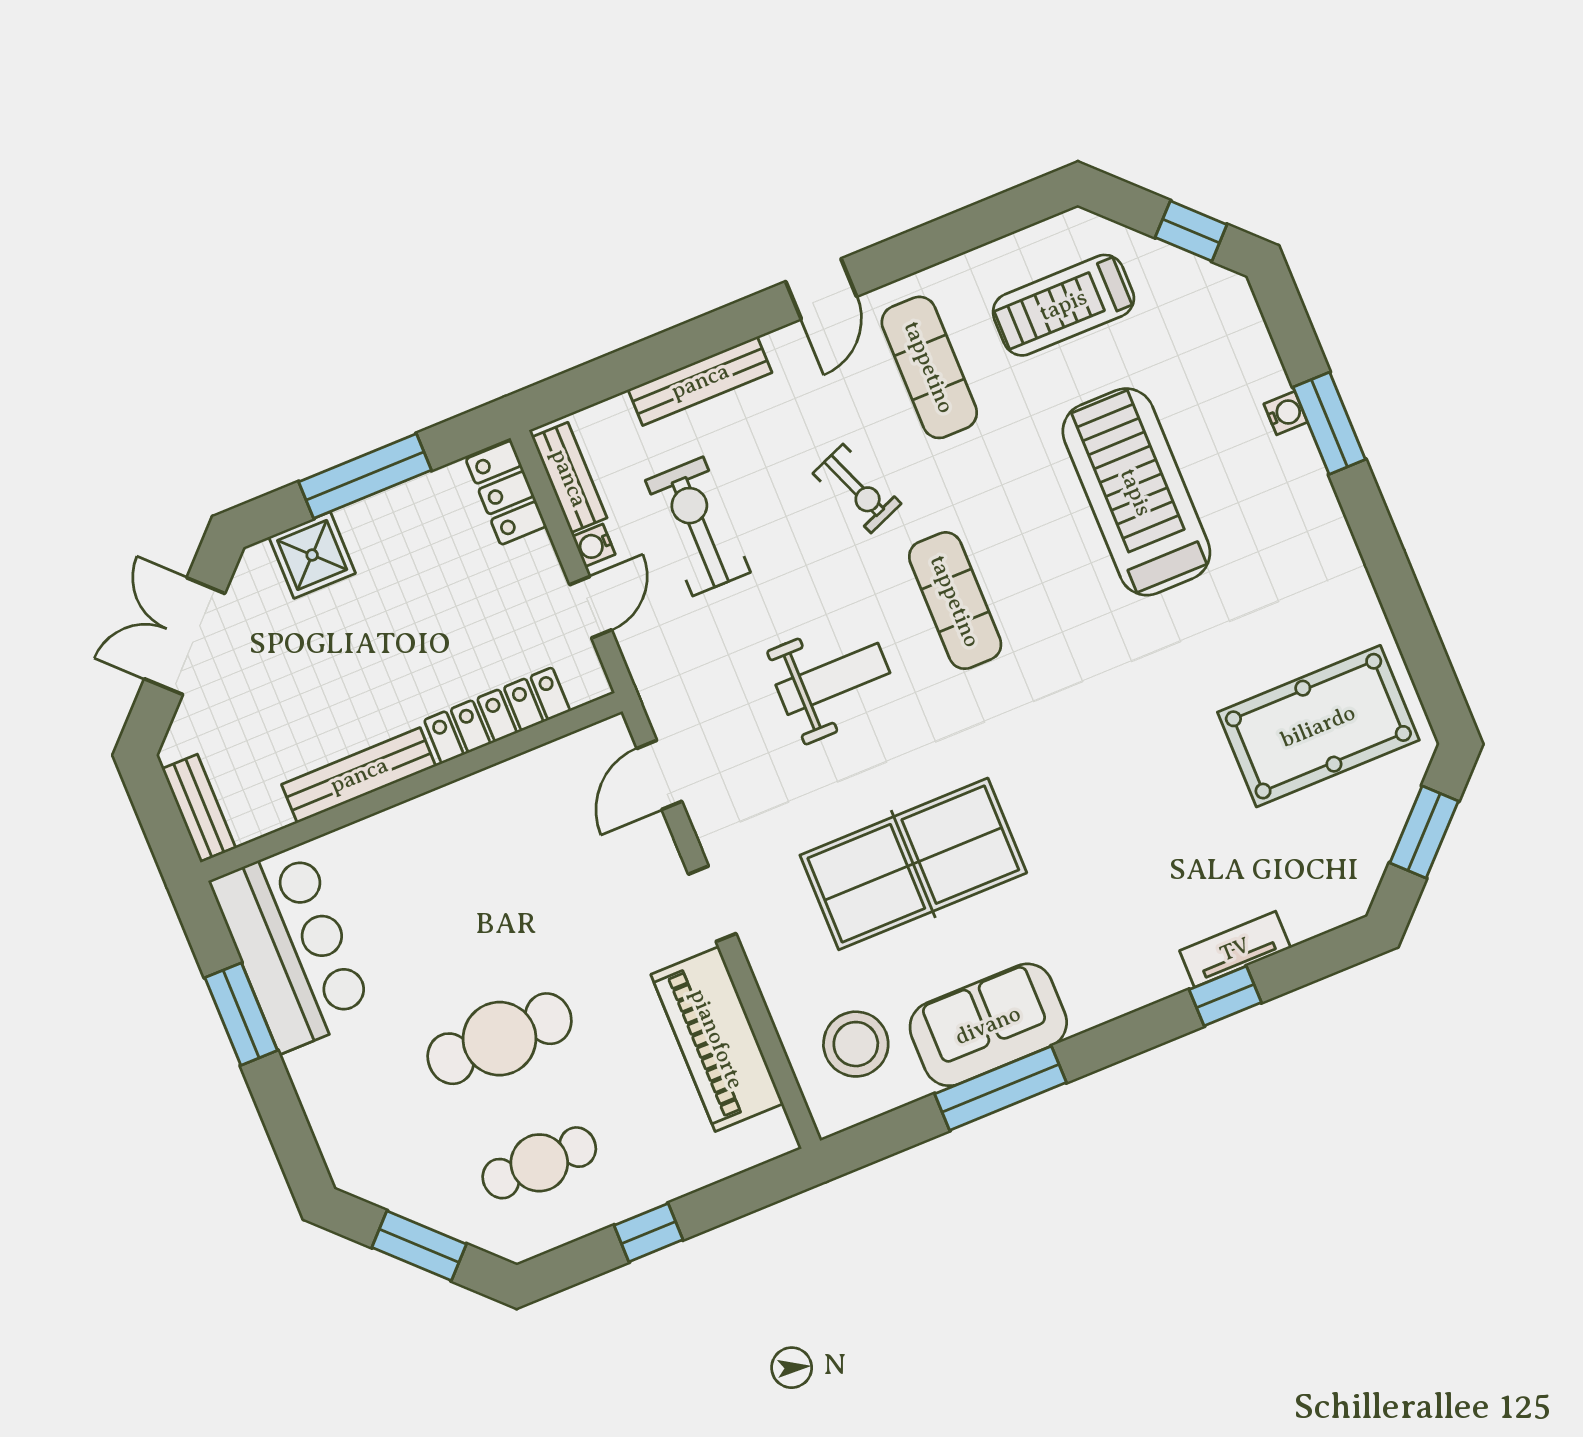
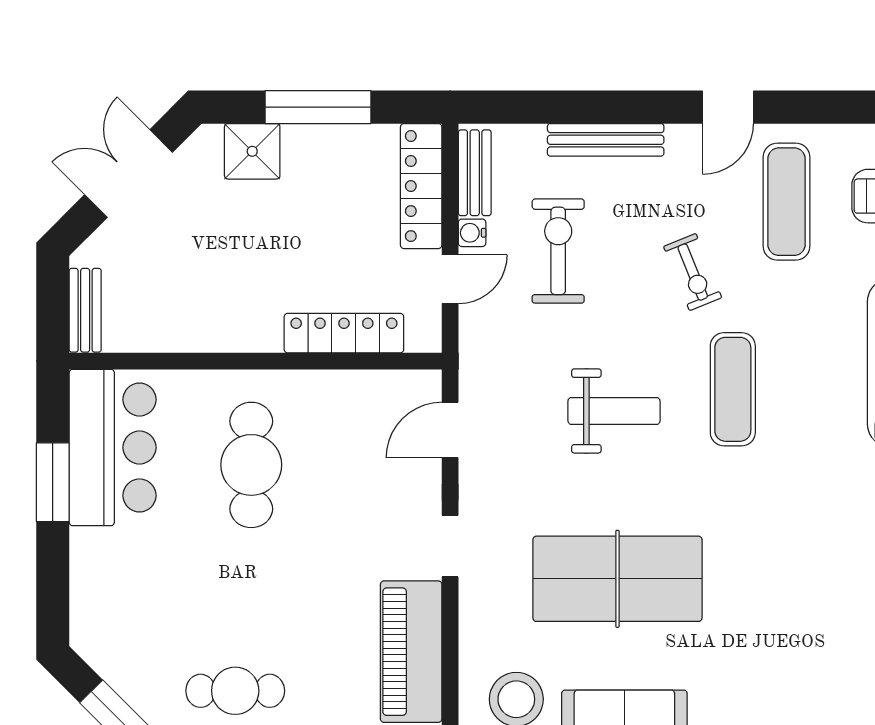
locker: (506, 493) -> (421, 186), width x1.53
bench: (359, 775) -> (219, 335), removed
cafe table: (500, 1039) -> (251, 465), moved, turned 90

